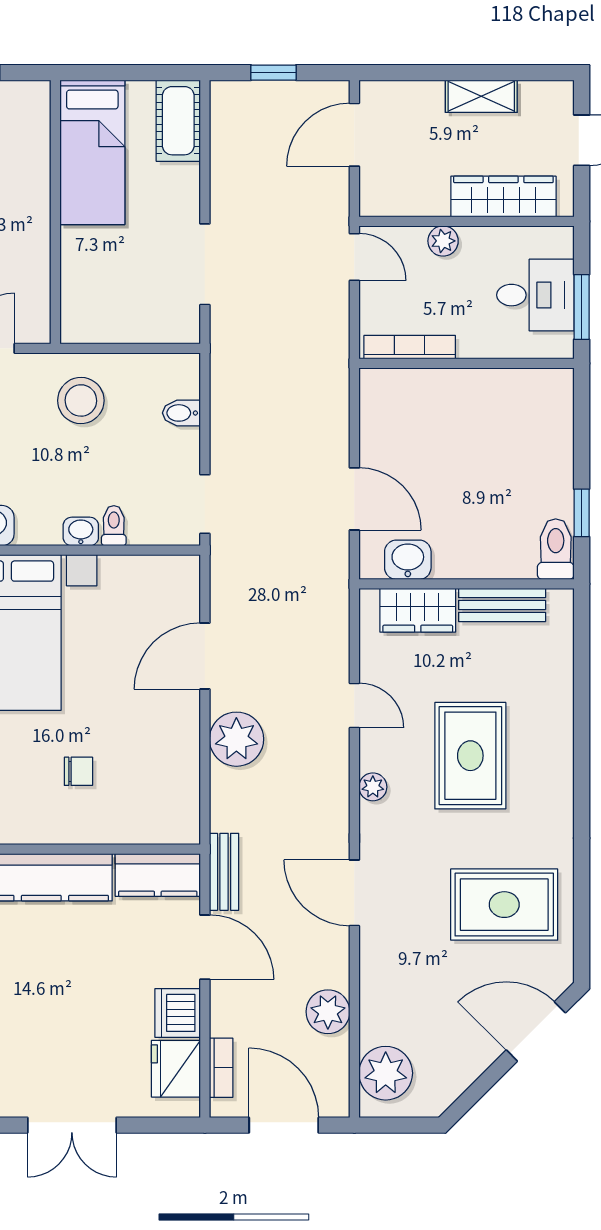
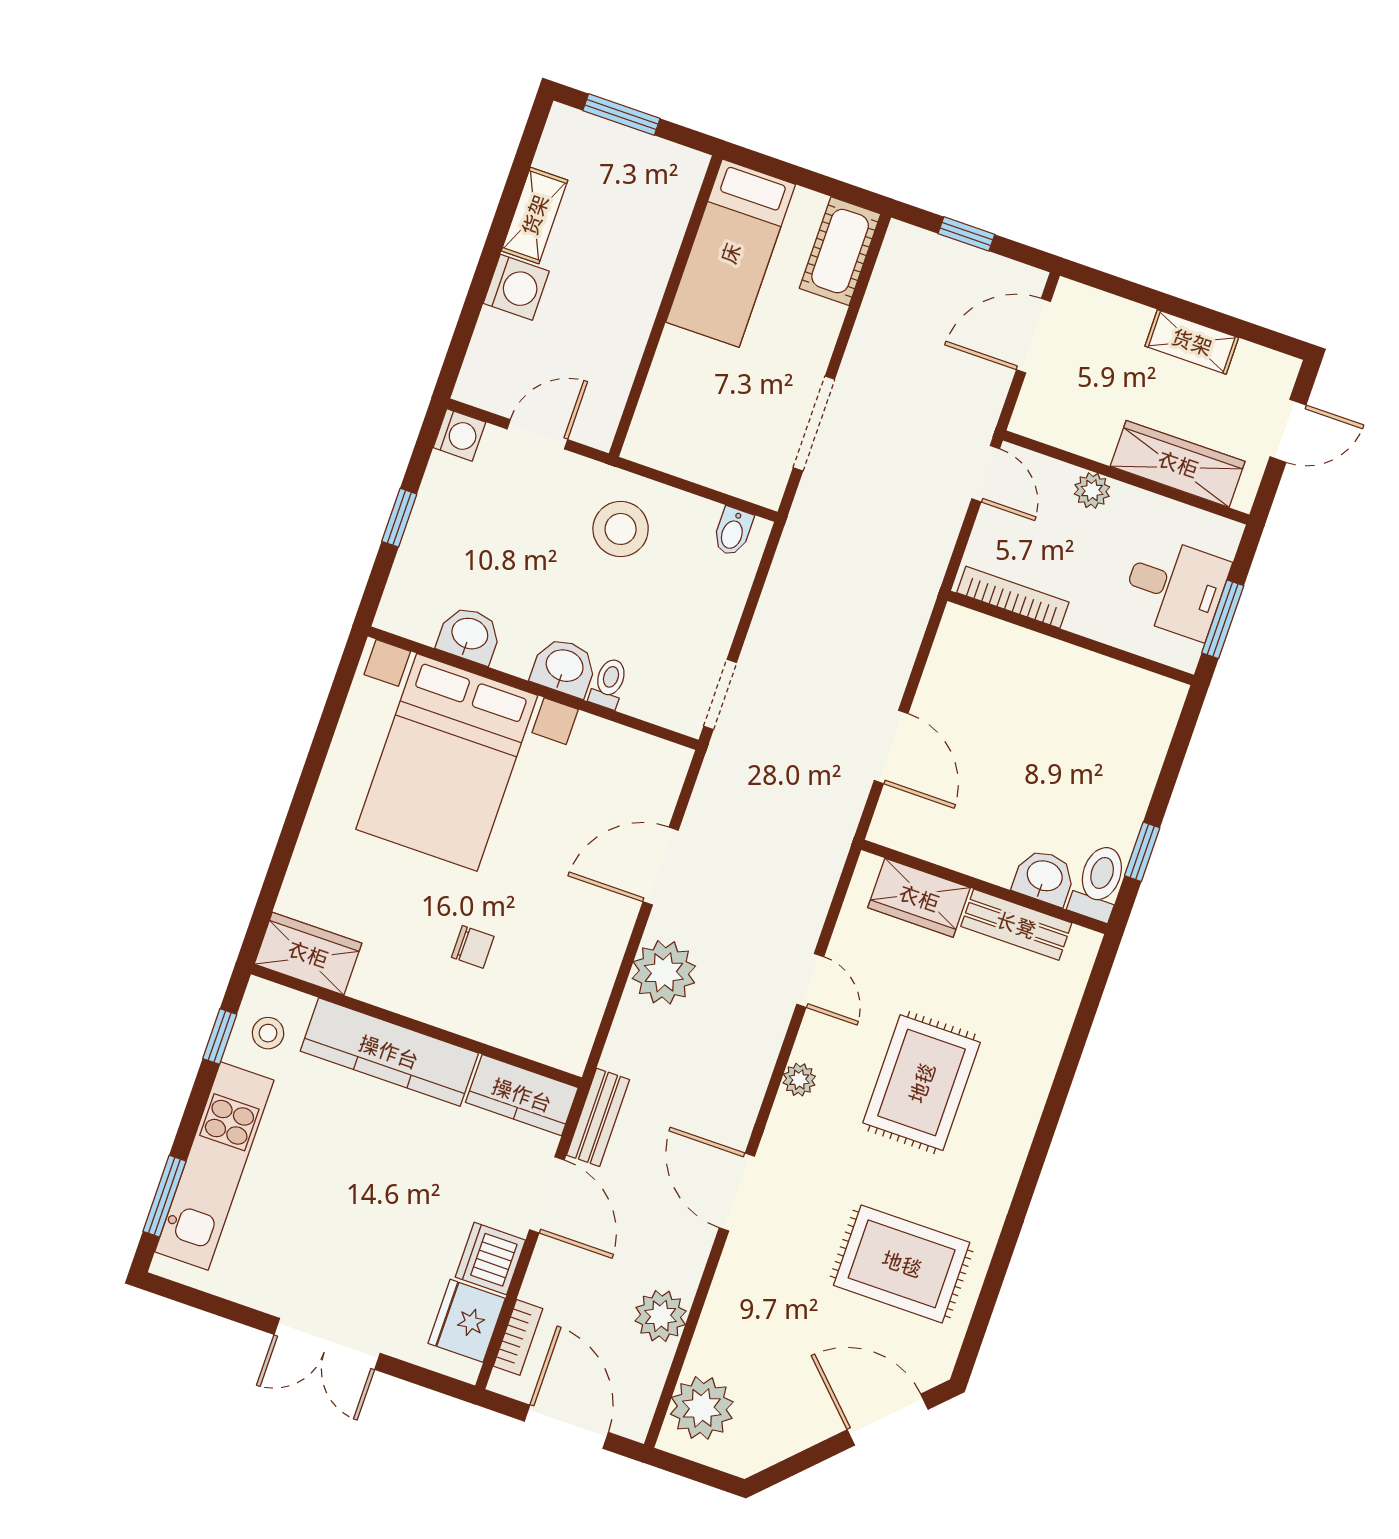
bidet: (181, 413) -> (733, 532), moved, turned -90
washbasin: (81, 531) -> (564, 667), width x1.38, depth x1.45
washbasin: (408, 560) -> (1044, 877), moved

